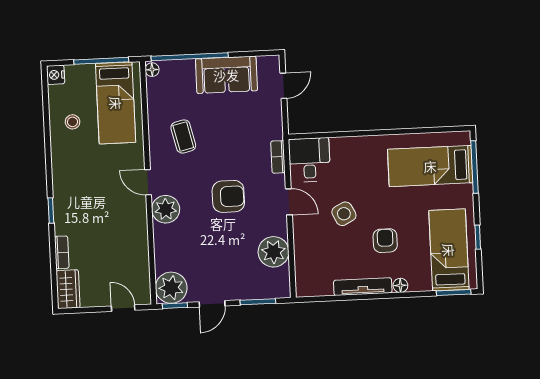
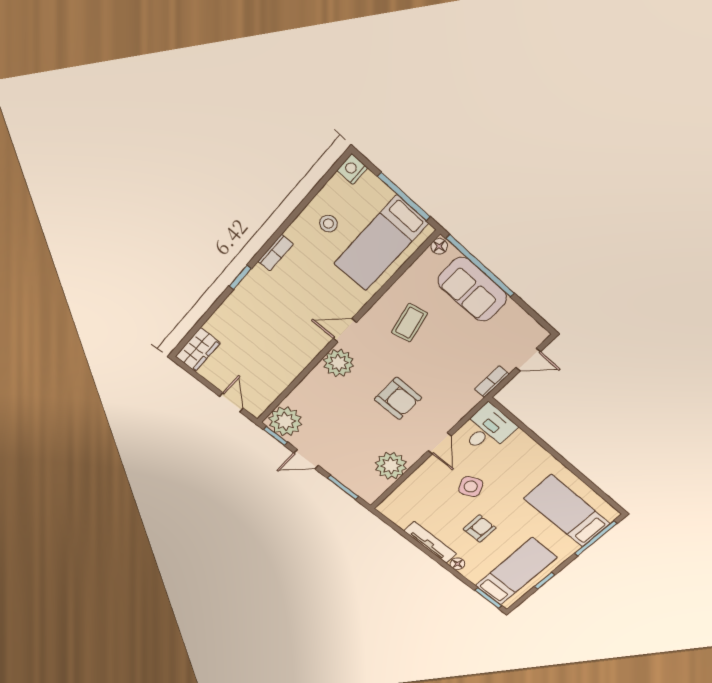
sofa: (226, 75) -> (472, 290), moved
bookcase: (278, 157) -> (492, 382), moved
door: (148, 182) -> (345, 330), hinge flipped
bookcase: (62, 252) -> (276, 253), moved

